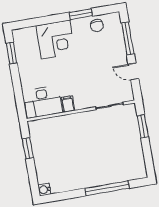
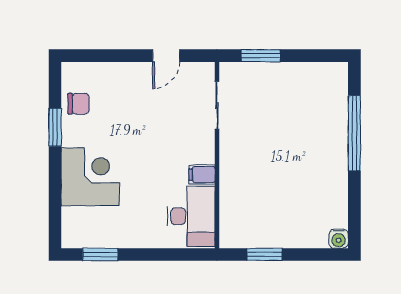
window: (128, 38) -> (109, 56), removed

